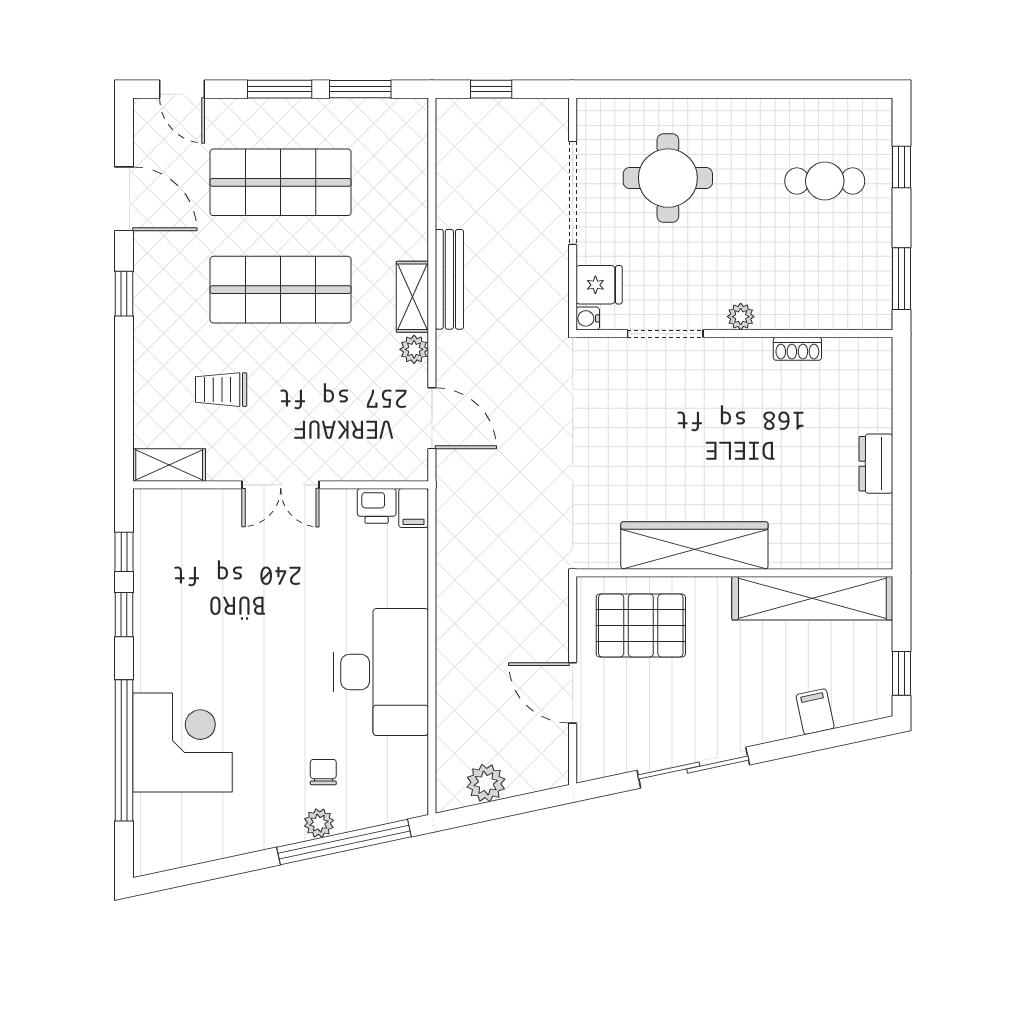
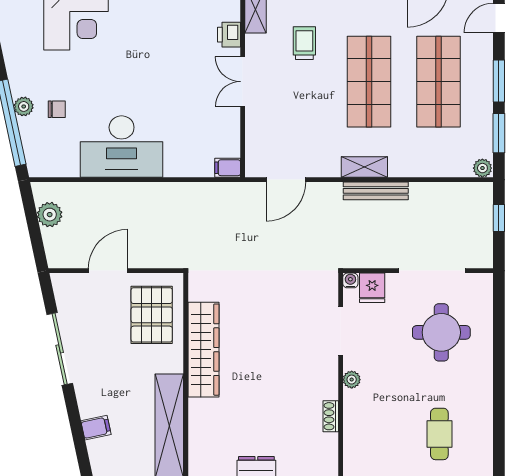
plant: (414, 349) -> (482, 168), moved
printer: (377, 506) -> (229, 35), moved

